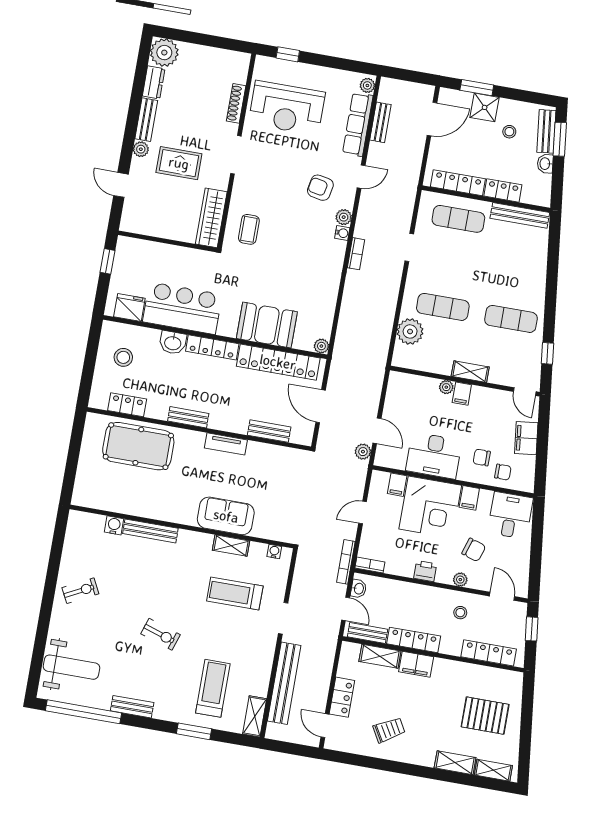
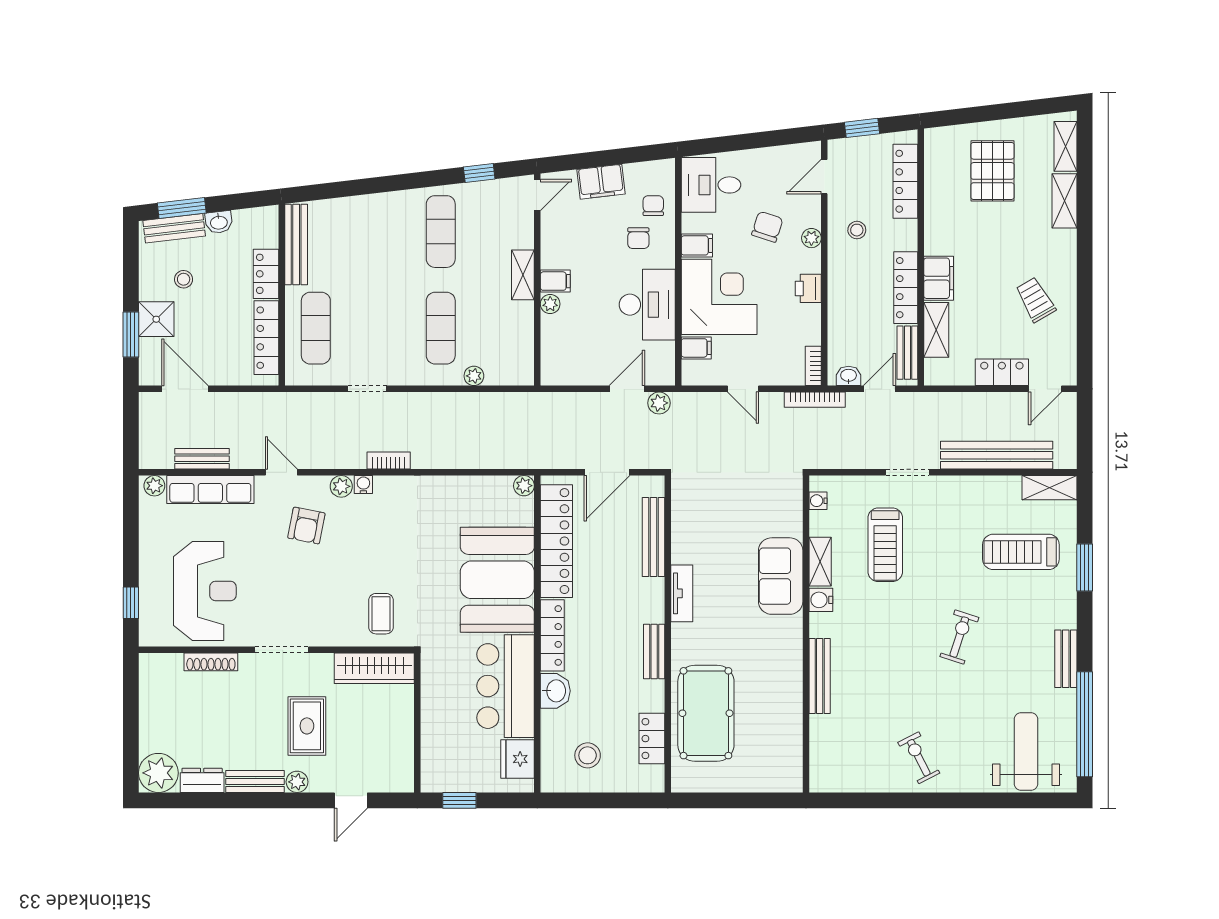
coffee table: (249, 229) -> (381, 614), turned 90
booth: (267, 325) -> (497, 580), width x1.36, depth x1.42
plant: (410, 331) -> (474, 376), width x0.53, depth x0.53
bench: (269, 431) -> (654, 537), width x1.36
water cooler: (114, 525) -> (821, 600), moved

